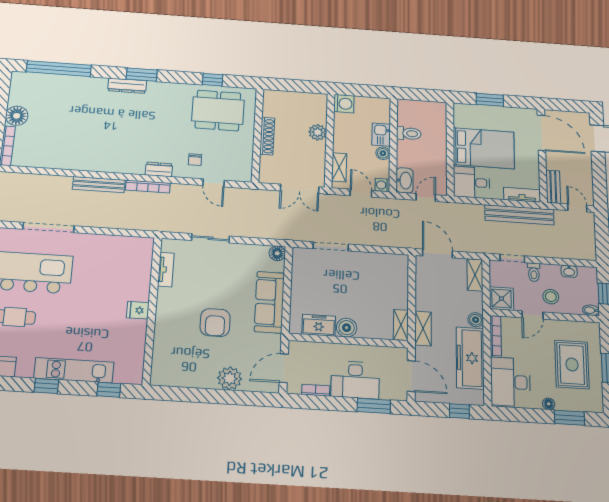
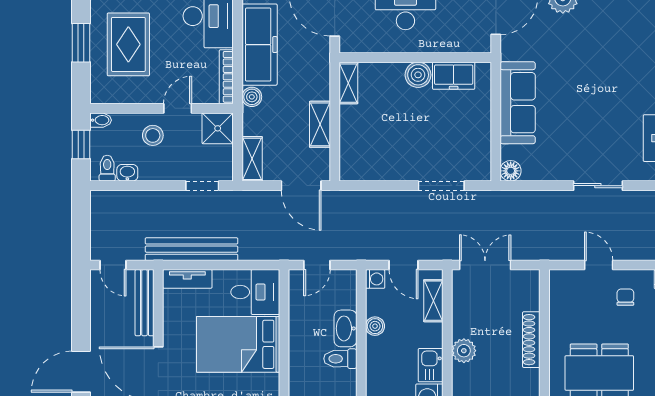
kitchen sink: (381, 135) -> (431, 365), moved, turned 180
washbasin: (405, 180) -> (345, 328), moved
bench: (553, 187) -> (144, 303), width x1.36
toilet: (534, 272) -> (107, 168), moved
armchair: (215, 323) -> (585, 71), removed
shelving: (423, 328) -> (320, 124), moved

